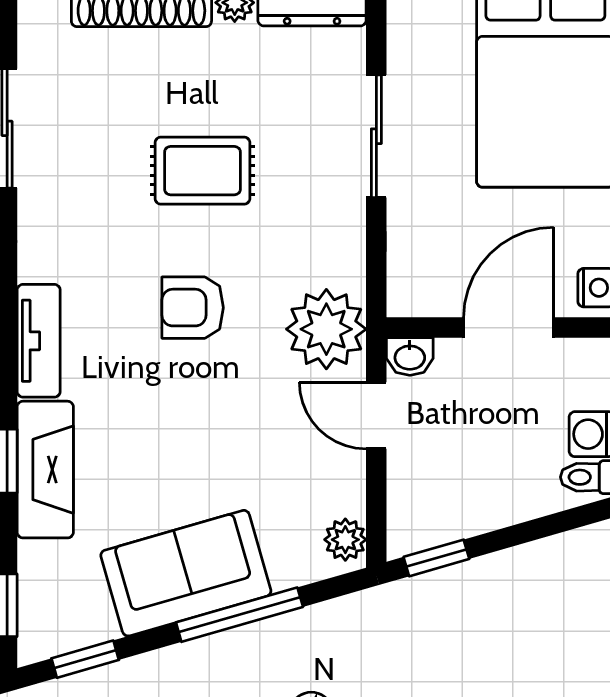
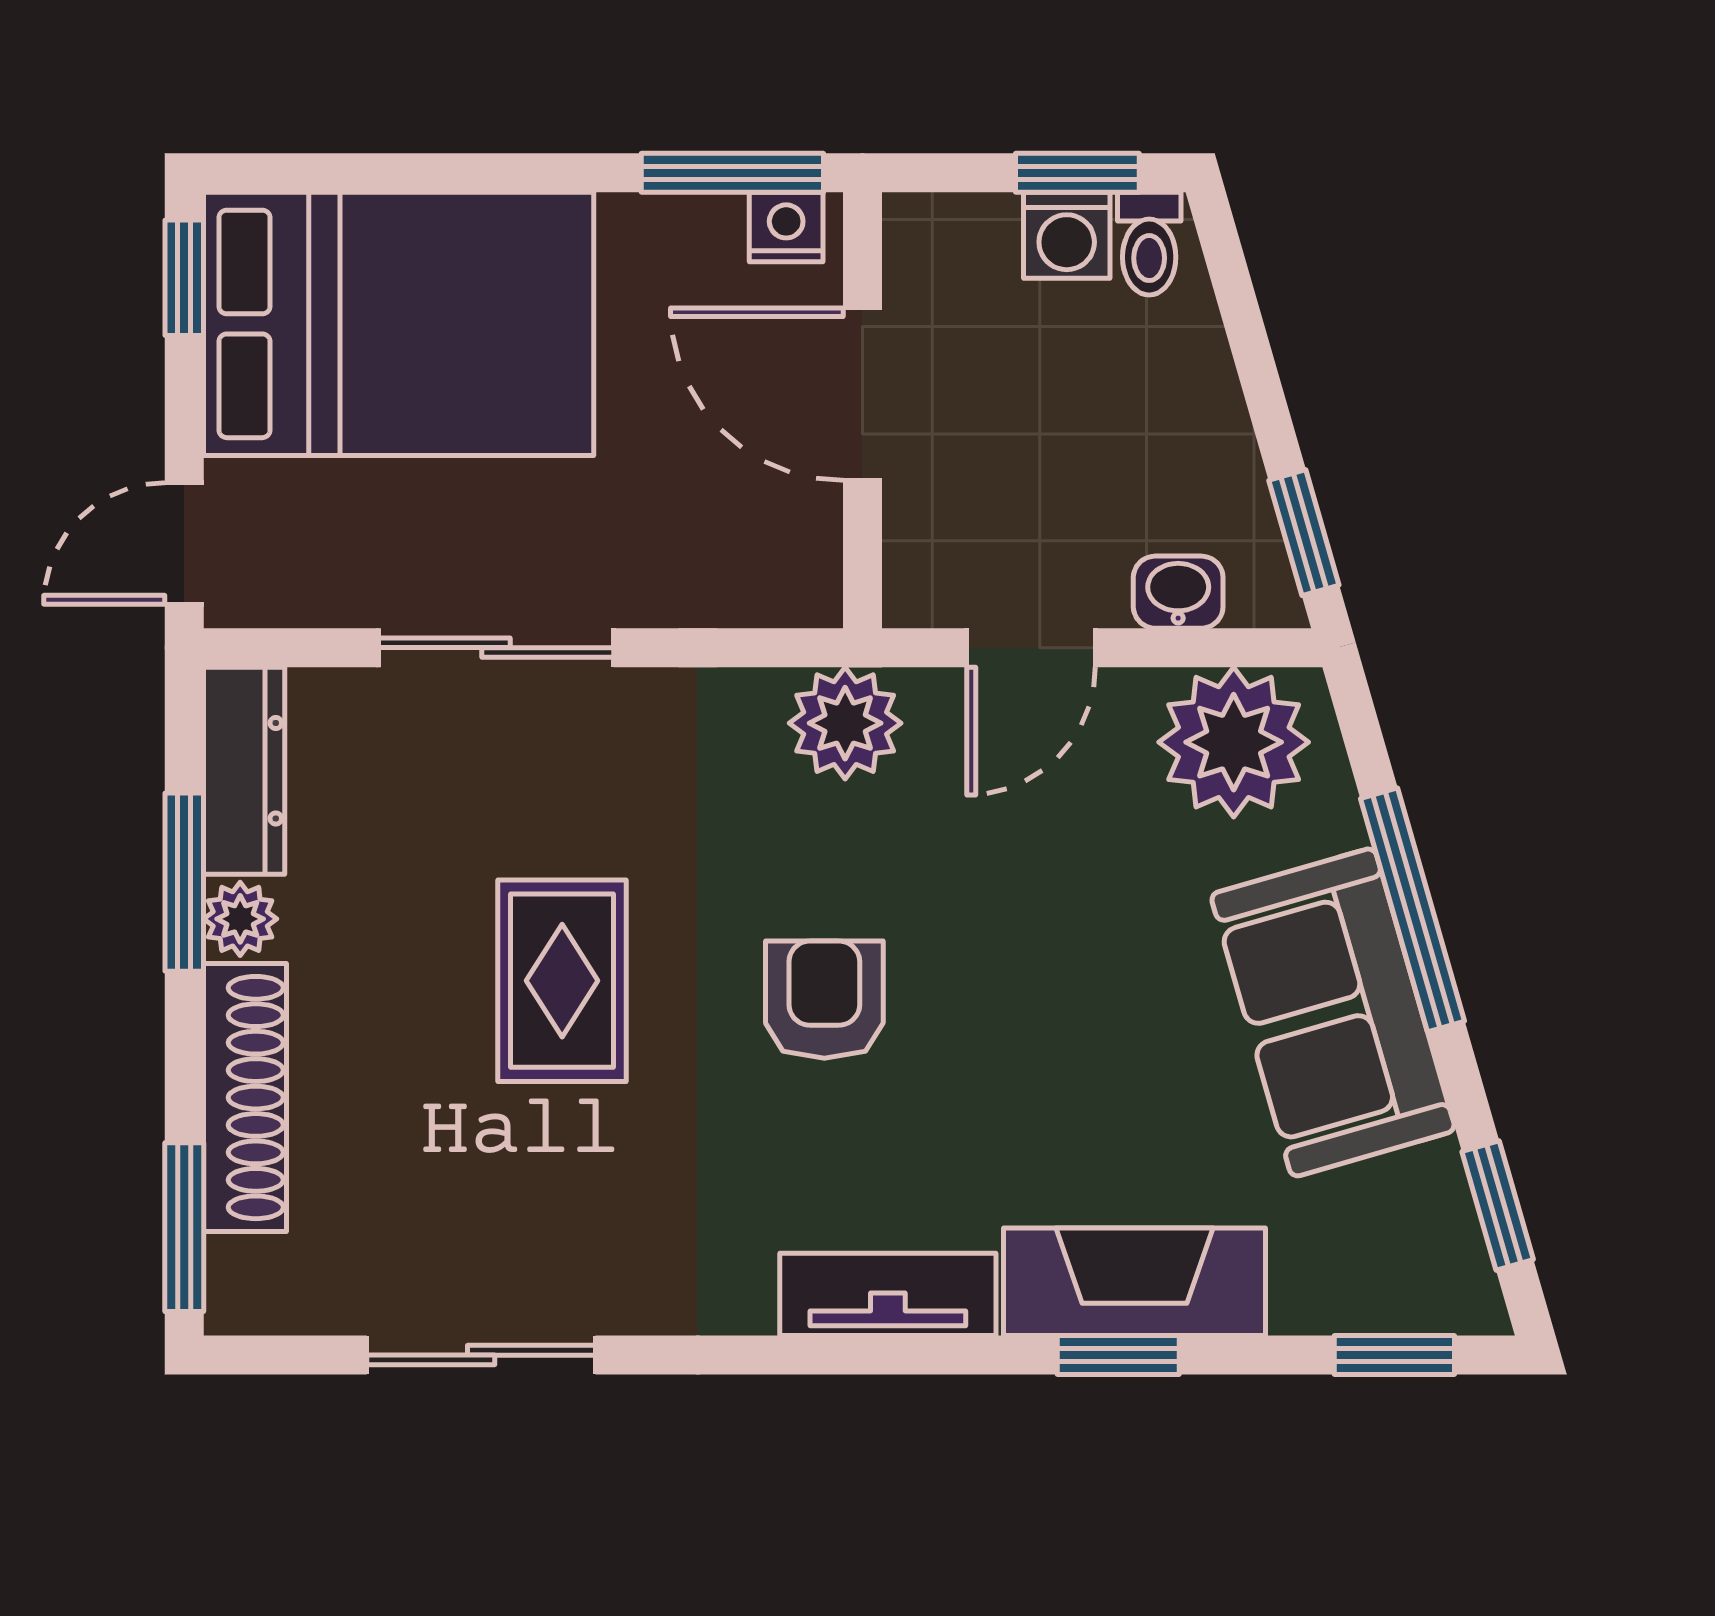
armchair: (193, 308) -> (824, 1000), turned 180
plant: (326, 329) -> (845, 723), width x0.73, depth x0.73
washbasin: (410, 356) -> (1178, 592), moved, turned -90
plant: (345, 540) -> (1234, 742), width x1.87, depth x1.87

